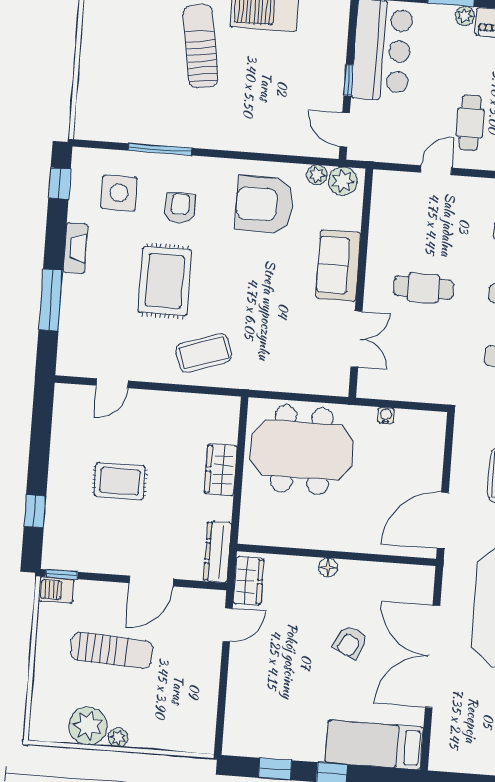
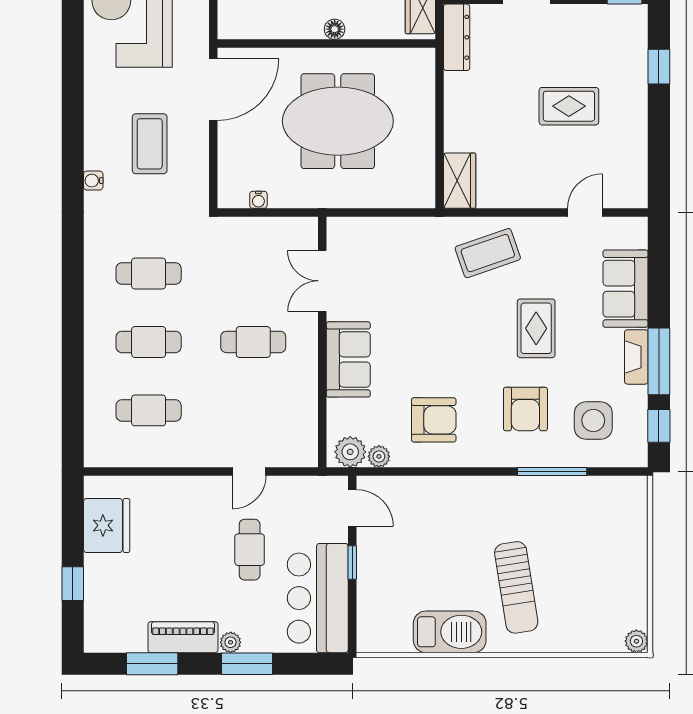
cafe table: (470, 123) -> (250, 550), moved
armchair: (264, 204) -> (434, 420), width x0.73, depth x0.73
armchair: (180, 208) -> (525, 409), width x1.38, depth x1.38
rug: (165, 281) -> (536, 328), width x0.73, depth x0.70
window: (51, 300) -> (659, 361), moved
sofa: (81, 311) -> (626, 289), added
water cooler: (386, 415) -> (258, 200), moved
meeting table: (302, 450) -> (338, 121), moved
wardrobe: (221, 470) -> (460, 181), moved

